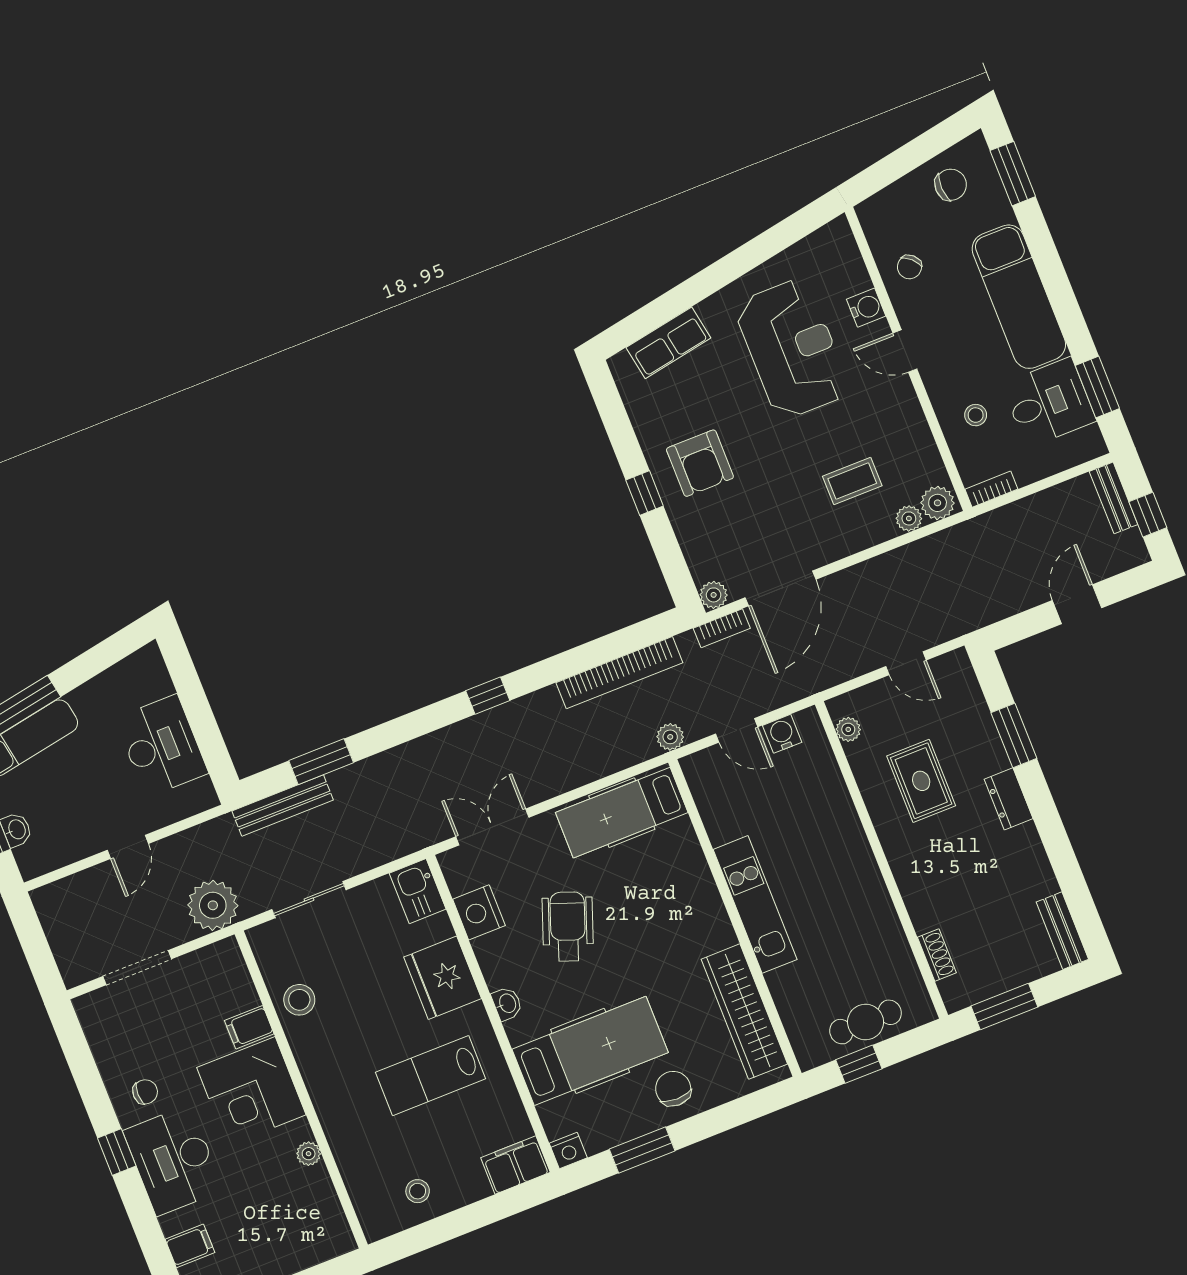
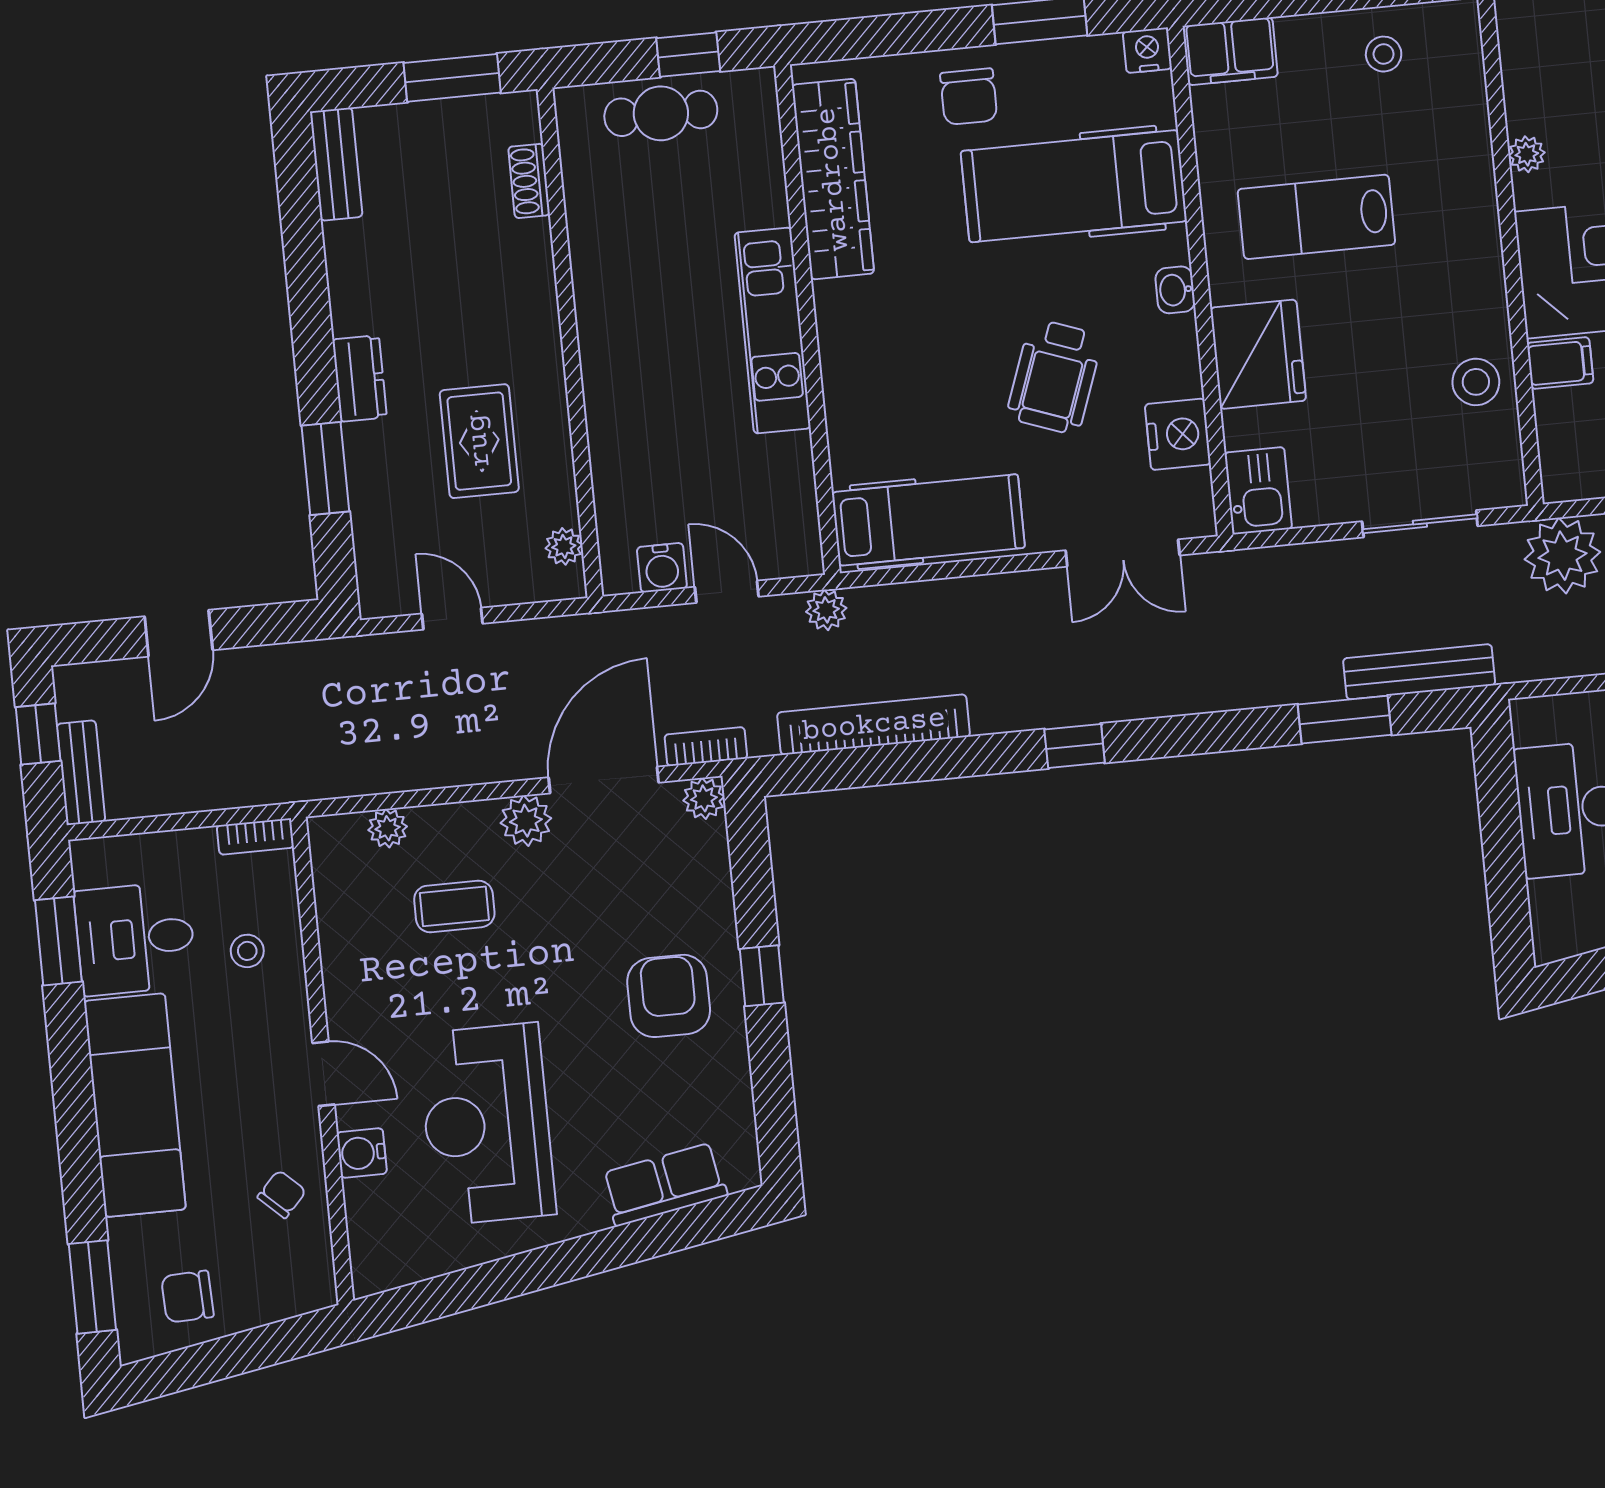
plant: (938, 503) -> (526, 821), moved
lab bench: (431, 1076) -> (1316, 217), turned 180

